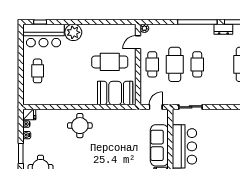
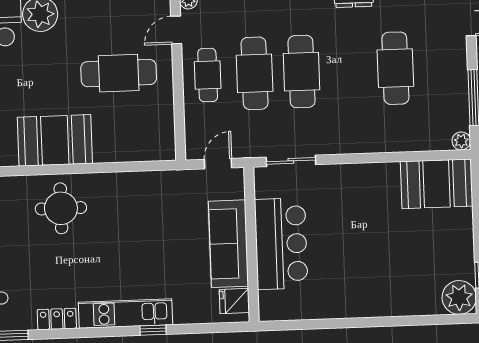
cafe table: (197, 64) -> (302, 72), width x1.37, depth x1.35
booth: (115, 93) -> (55, 140), moved

